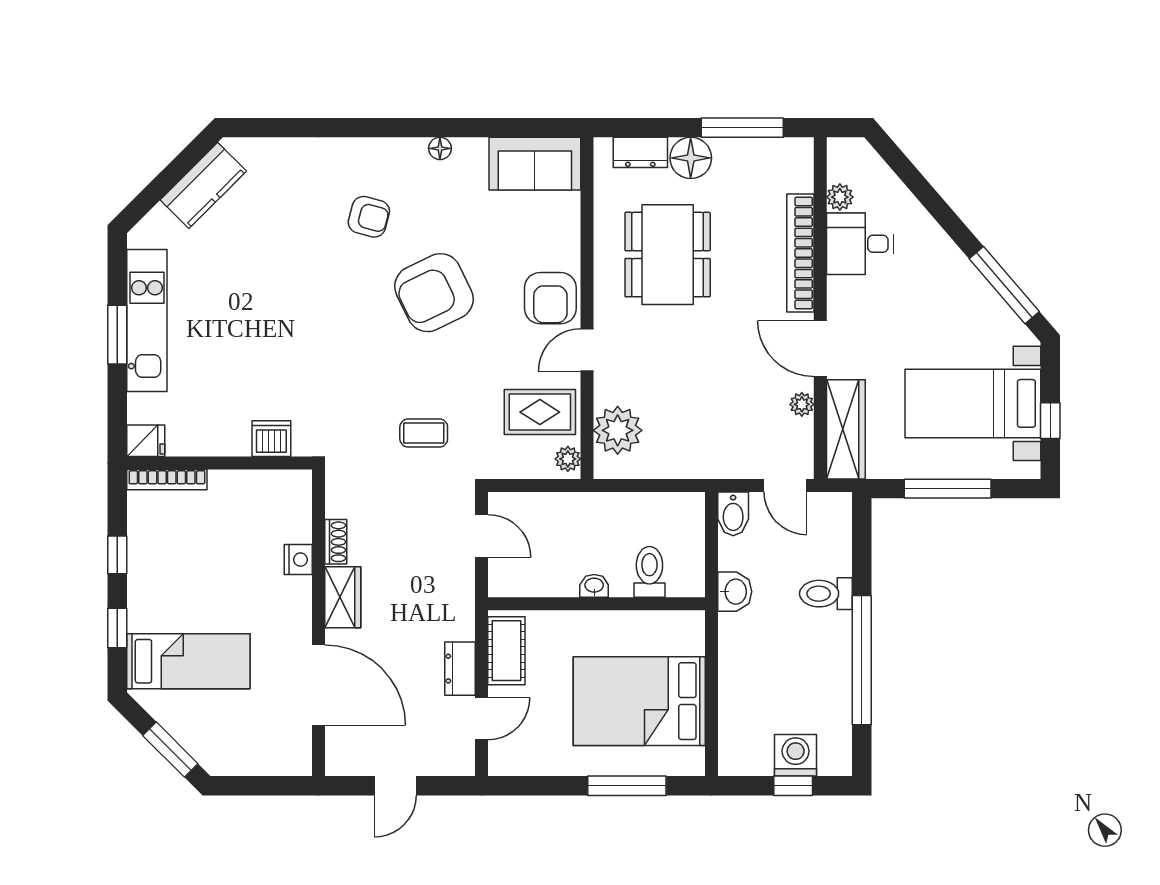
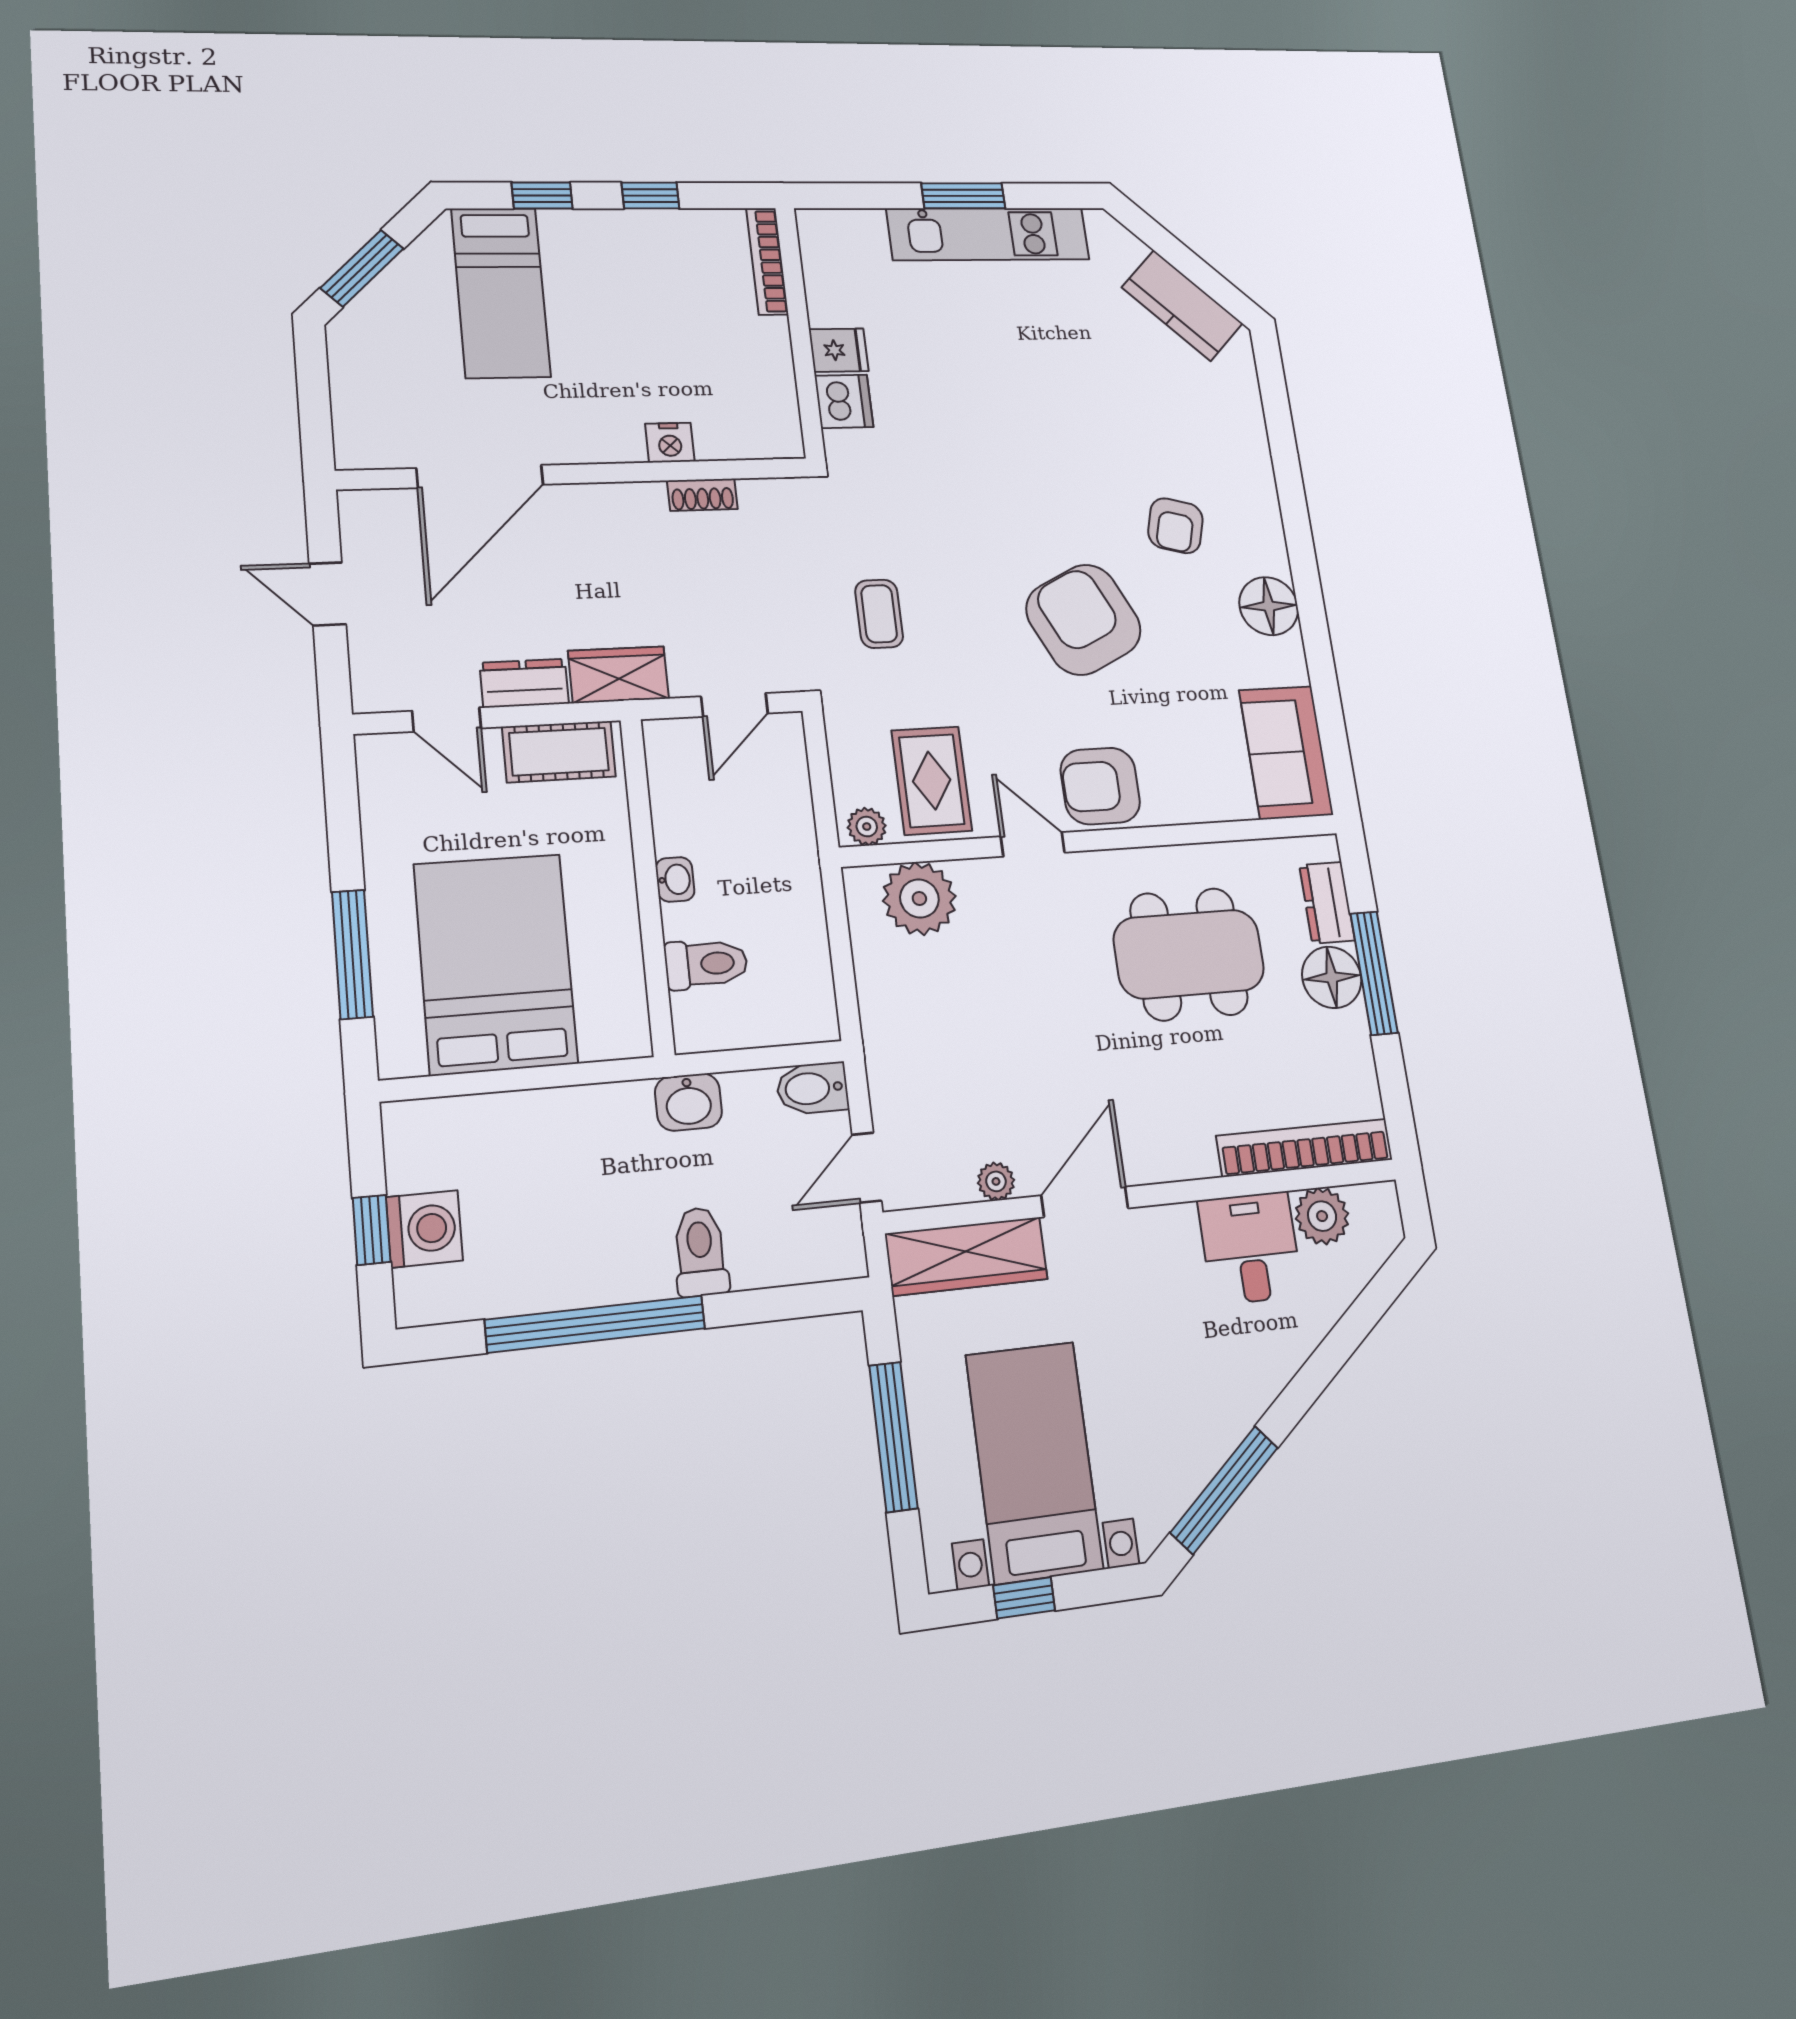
window: (742, 128) -> (1374, 973), moved
floor lamp: (440, 148) -> (1269, 606), width x1.89, depth x1.89
plant: (840, 197) -> (1322, 1216), width x1.38, depth x1.38
bookcase: (800, 253) -> (1305, 1148), moved
fridge: (146, 441) -> (839, 350), moved, turned -90
wardrobe: (343, 597) -> (618, 675), moved, turned 180

